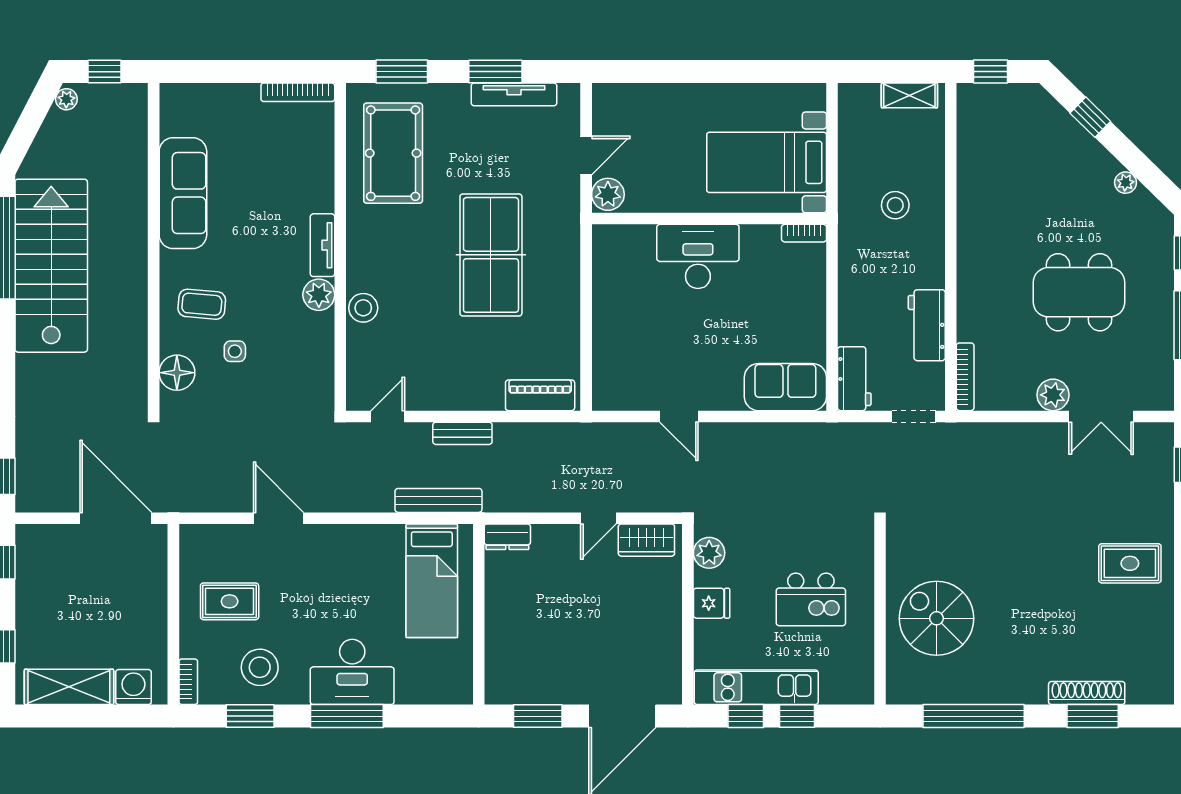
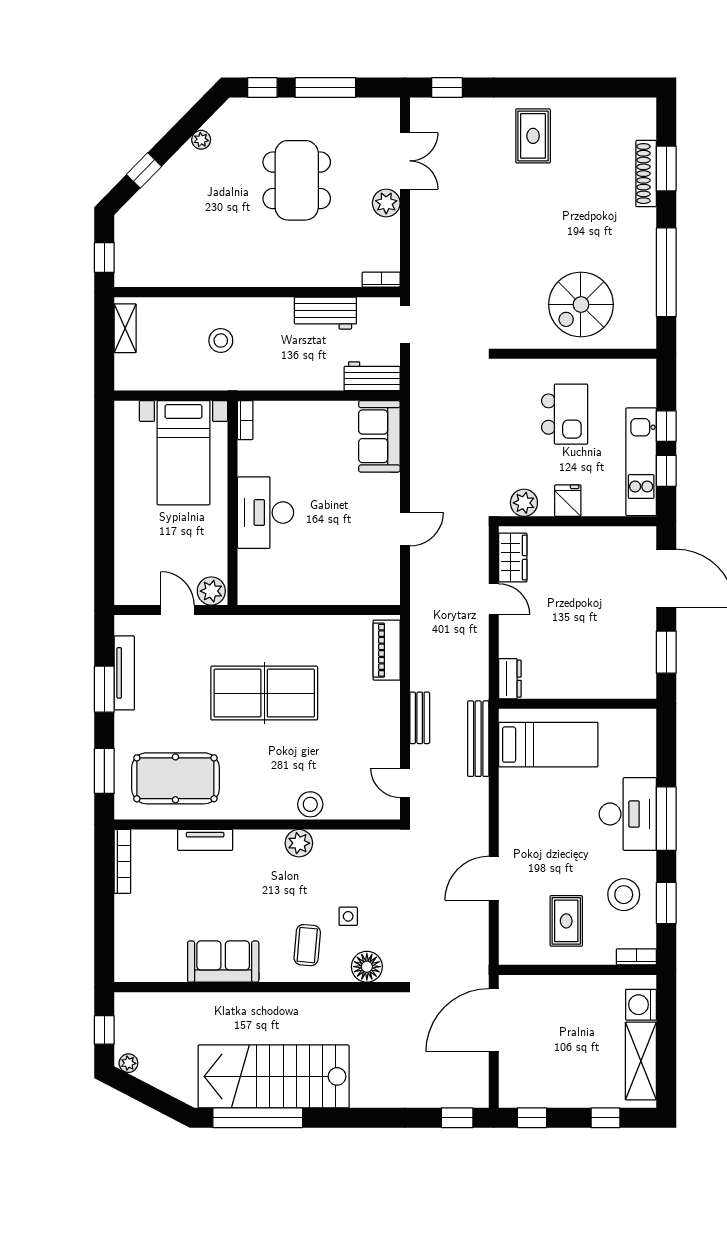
sofa: (183, 193) -> (223, 962), width x0.73
tv unit: (322, 245) -> (205, 840), moved
bookcase: (965, 377) -> (381, 280), width x0.64

